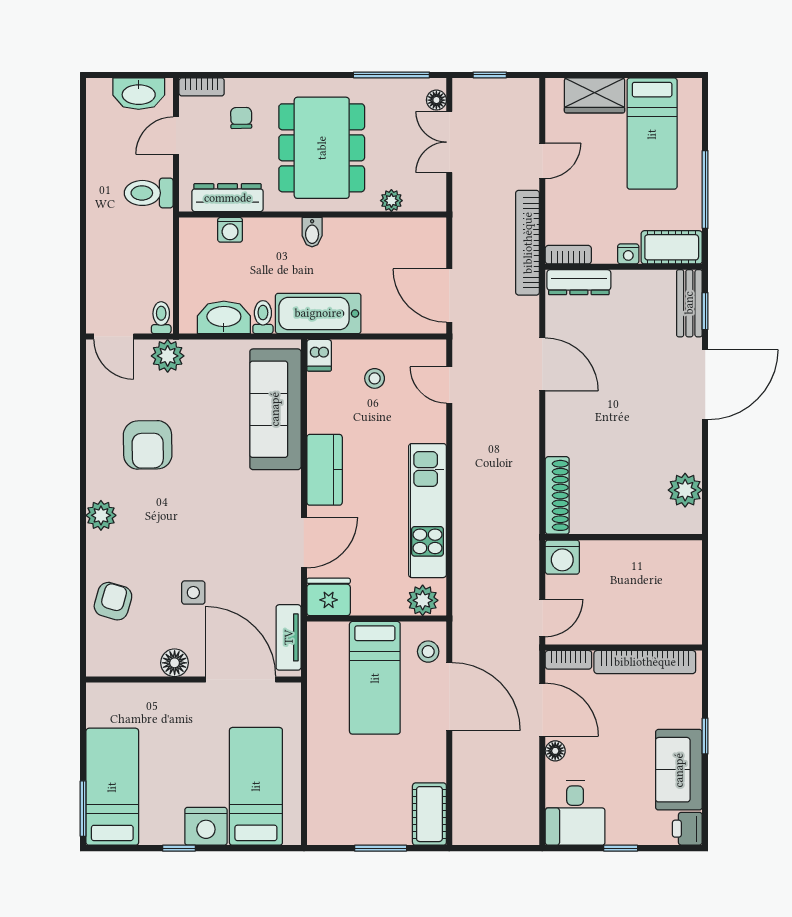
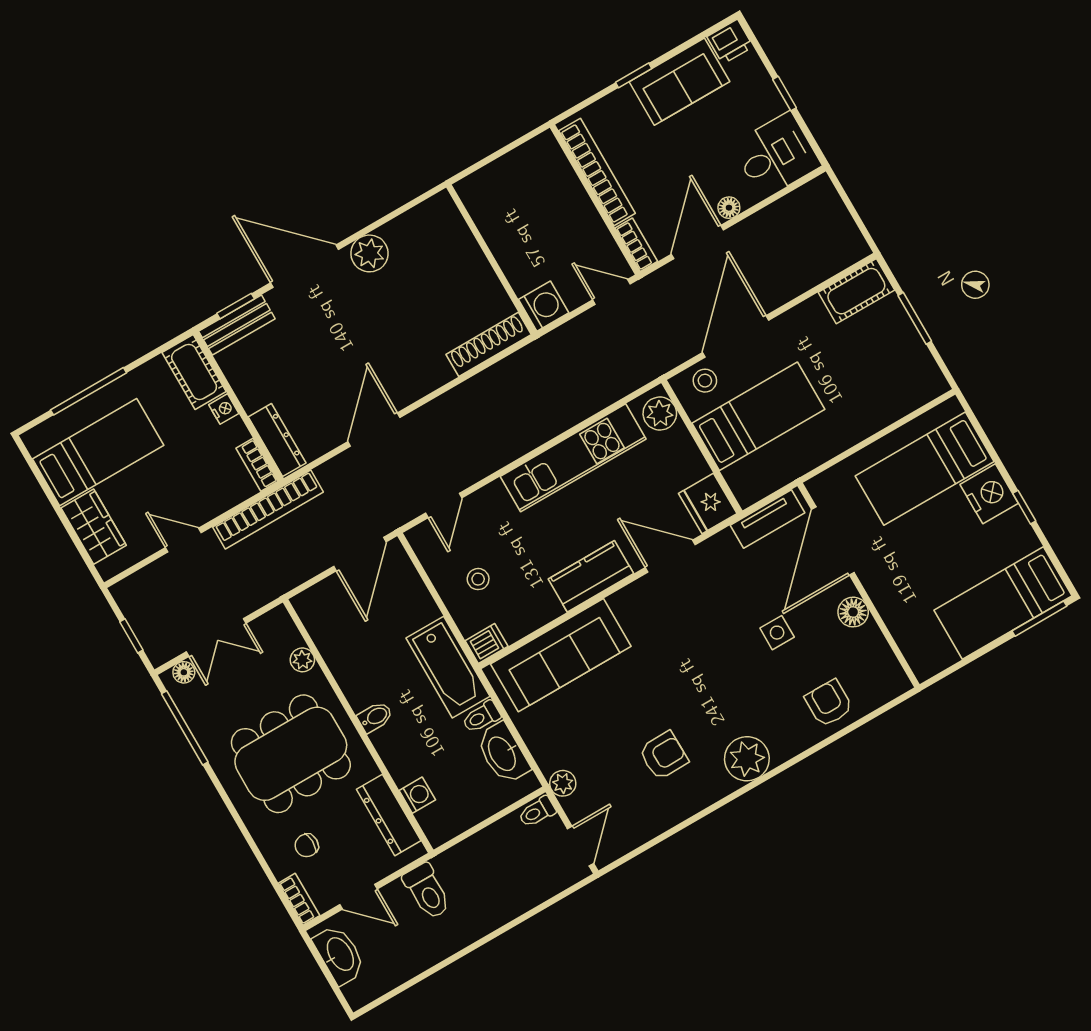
window: (705, 189) -> (88, 391), moved
plant: (168, 356) -> (563, 783), width x0.73, depth x0.73
armchair: (148, 445) -> (664, 756), width x0.72, depth x0.72
plant: (685, 490) -> (370, 253), moved
plant: (101, 515) -> (747, 759), width x1.36, depth x1.36
armchair: (113, 601) -> (829, 703), turned 74

